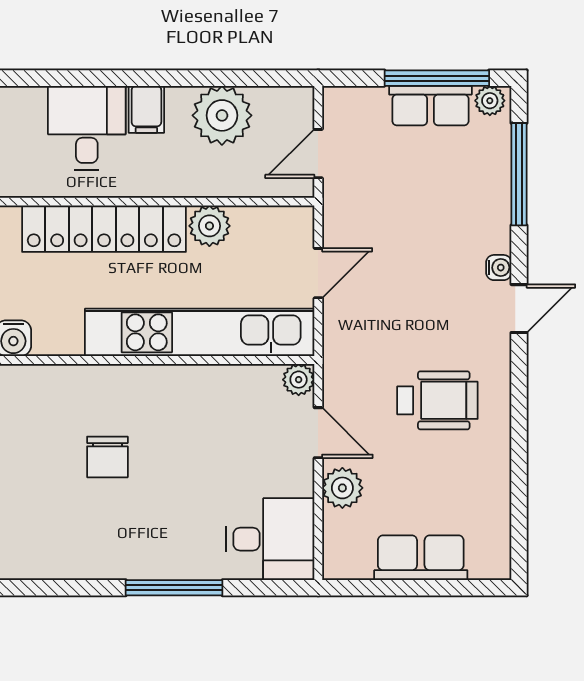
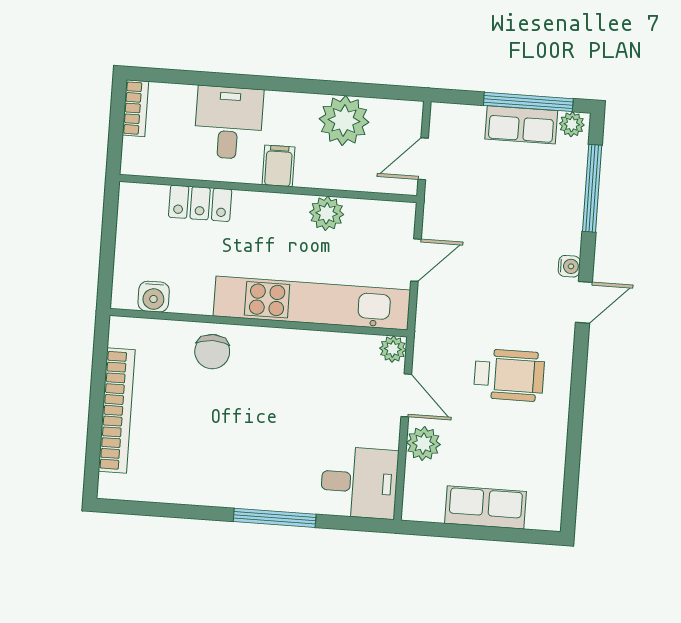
filing cabinet: (146, 109) -> (279, 166), moved, turned 180
locker: (104, 229) -> (200, 203), width x0.46, depth x0.83
chair: (107, 457) -> (212, 352), moved

